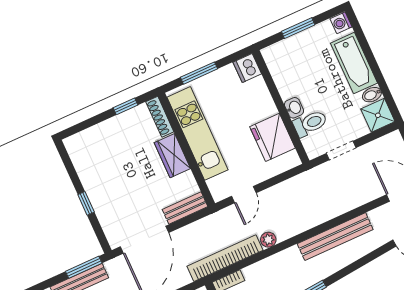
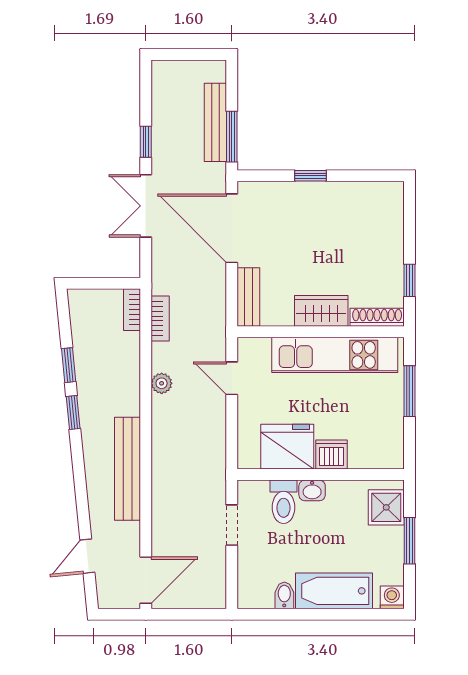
dishwasher: (247, 68) -> (331, 454), moved
shower: (378, 115) -> (386, 507), moved
bookcase: (225, 258) -> (160, 319), width x0.43, depth x0.76

